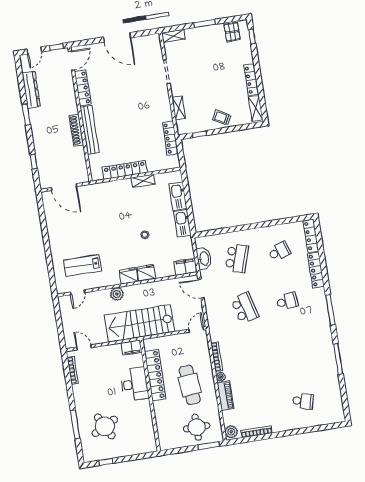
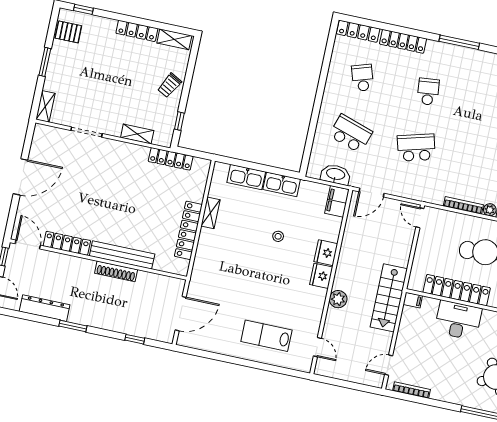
lab bench: (83, 265) -> (266, 336), moved, turned 90
stairs: (140, 323) -> (389, 298), width x0.73, depth x0.66
filing cabinet: (132, 348) -> (413, 300), width x0.50

